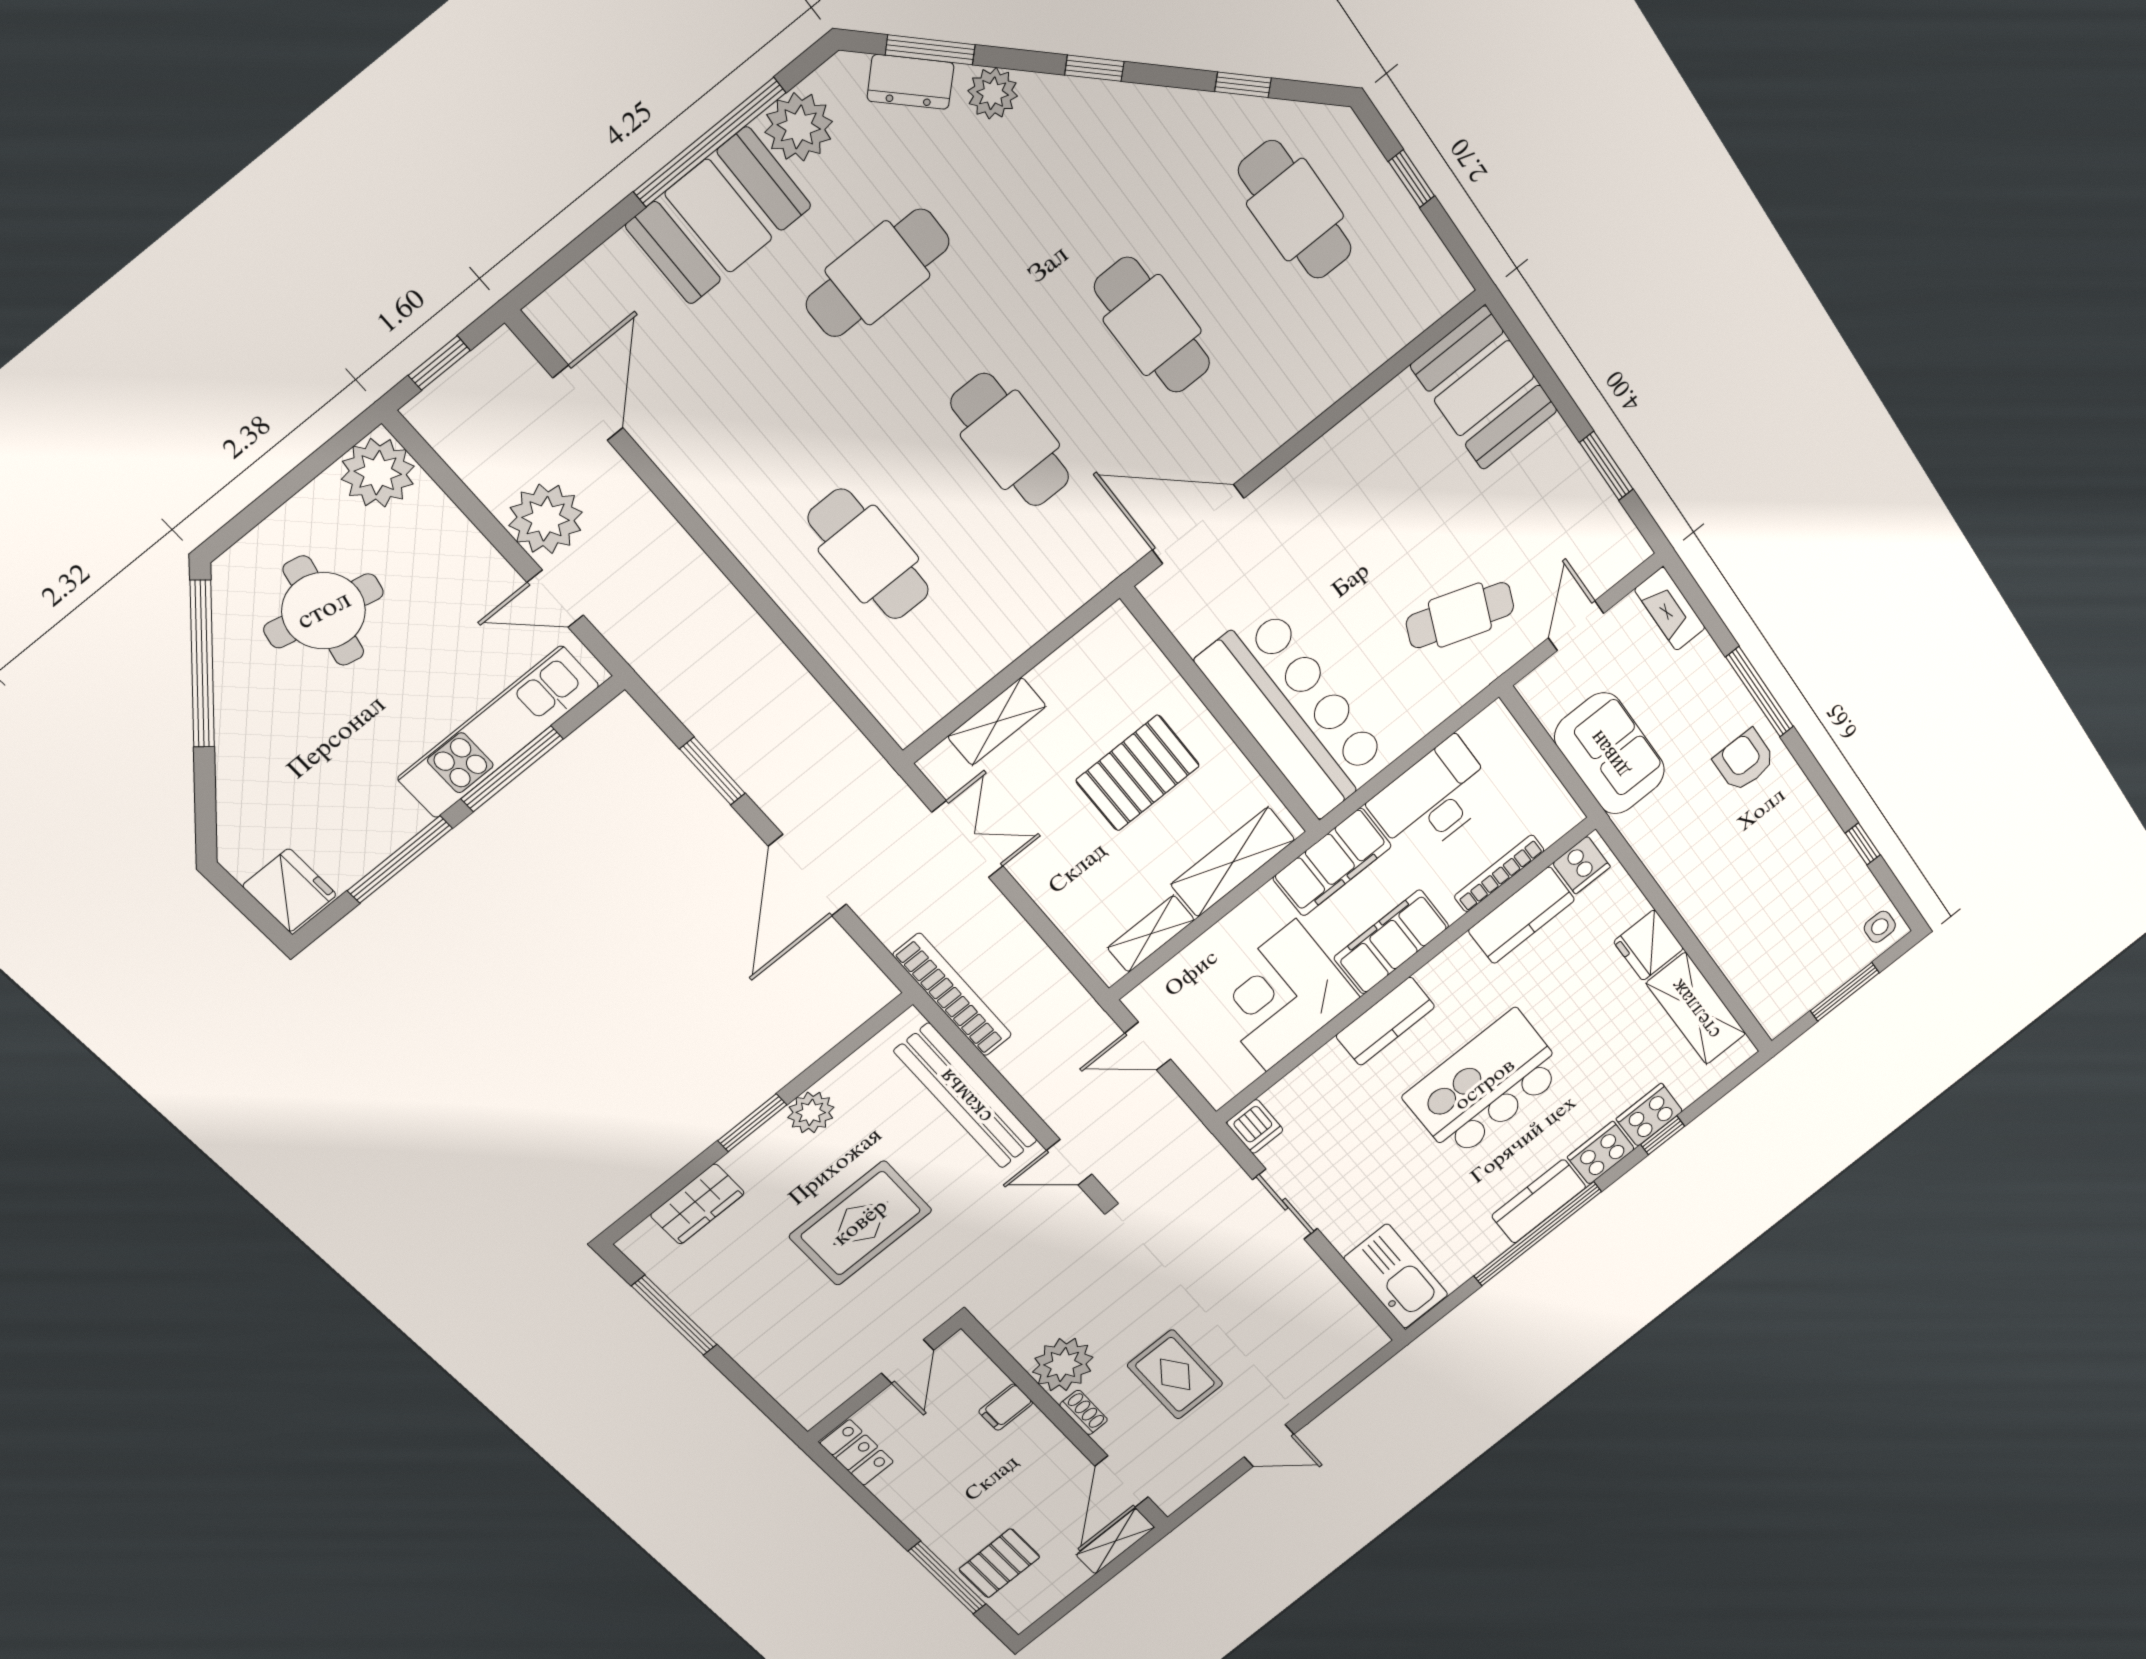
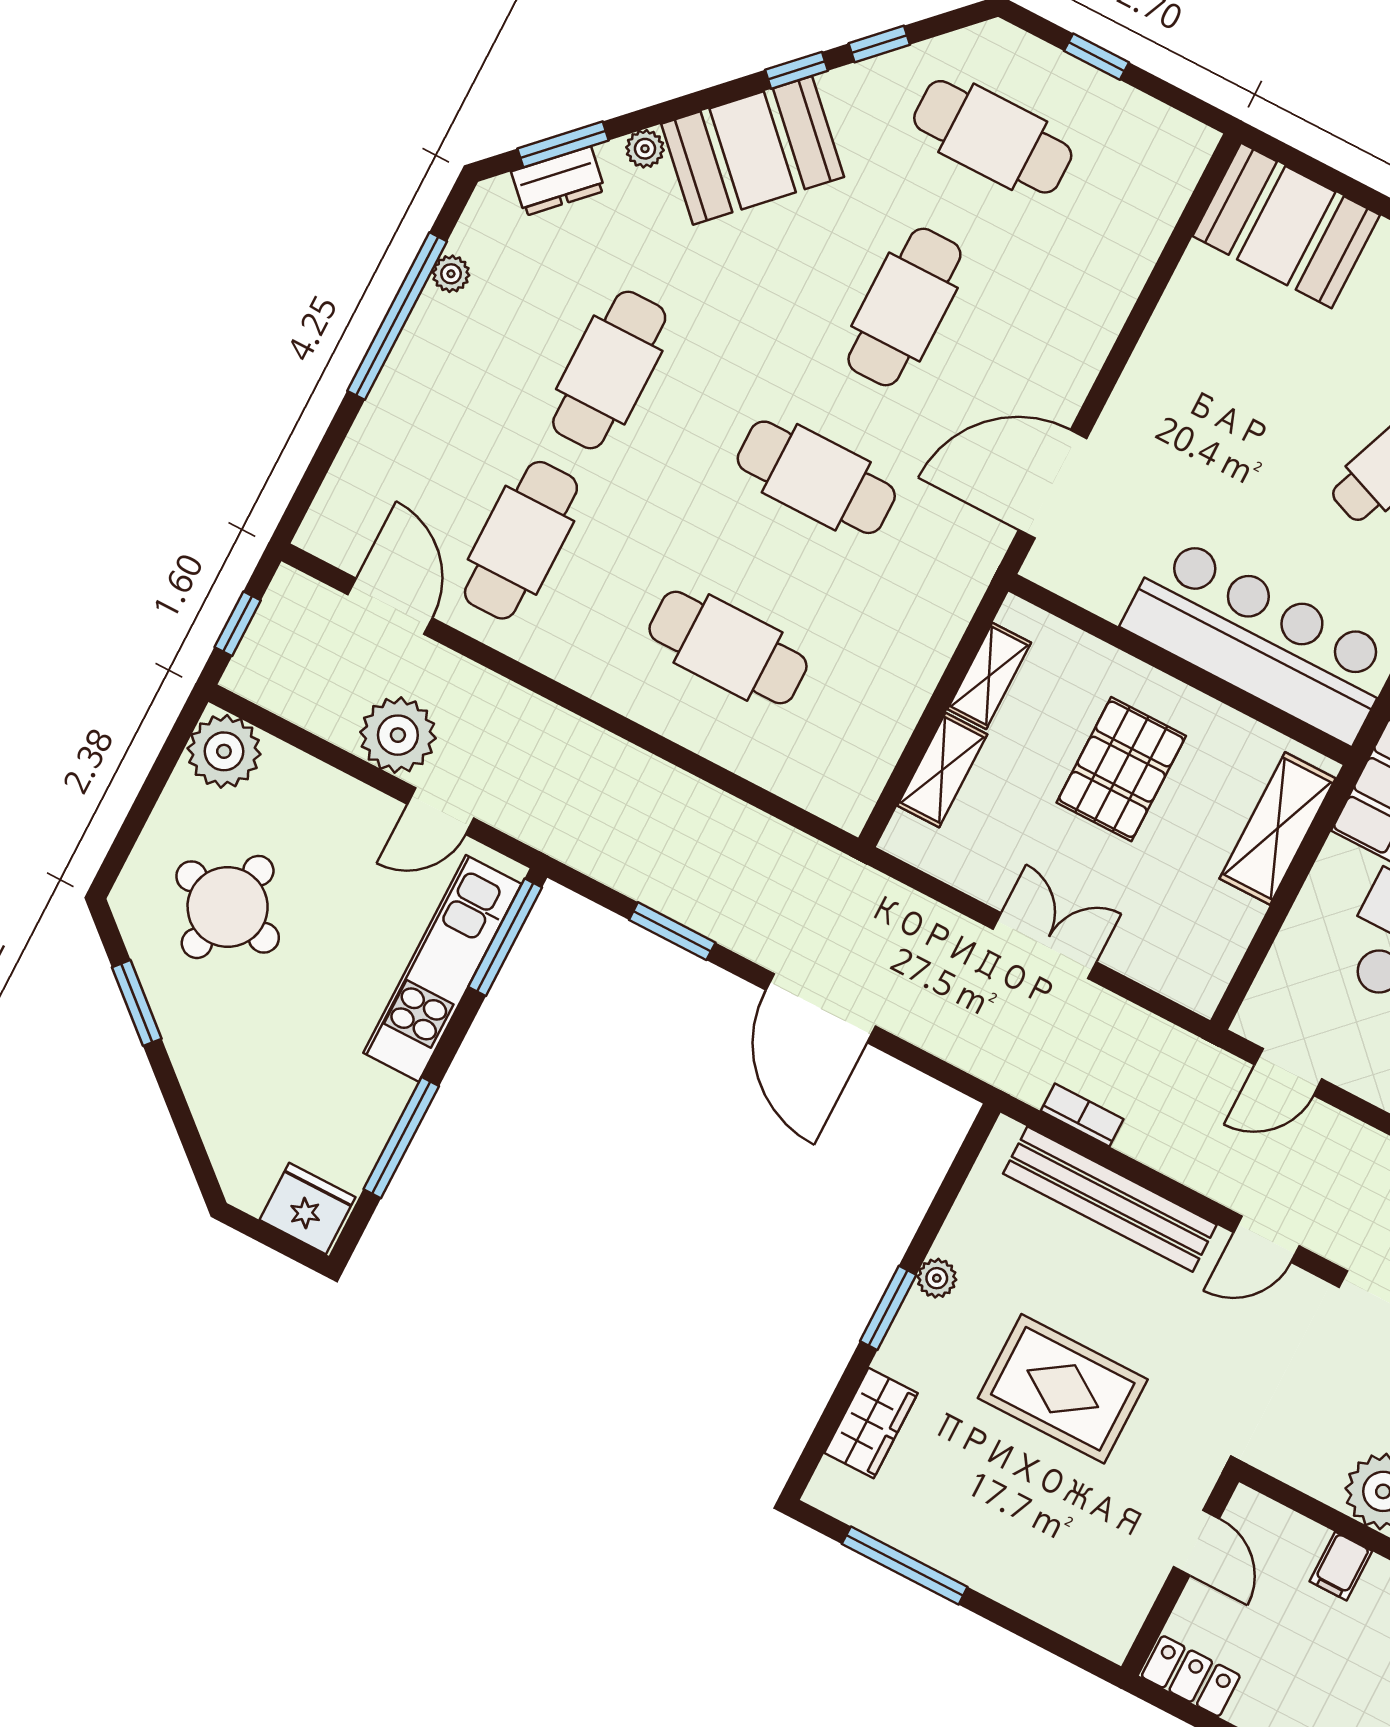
window: (1094, 68) -> (796, 70), moved
plant: (993, 93) -> (645, 149), width x0.73, depth x0.73
plant: (799, 127) -> (451, 274), width x0.53, depth x0.53
booth: (719, 216) -> (753, 150), moved, turned 45
cafe table: (1152, 325) -> (904, 307), turned 90
cafe table: (732, 391) -> (521, 540), added
window: (202, 664) -> (137, 1003), width x0.47
window: (512, 769) -> (505, 937), moved
double door: (968, 839) -> (1045, 946), moved
shelving: (1151, 934) -> (989, 676), moved
bookcase: (953, 995) -> (1082, 1115), width x0.43, depth x0.76
plant: (811, 1112) -> (937, 1278), width x0.73, depth x0.73
rug: (861, 1223) -> (1063, 1389), turned 90

